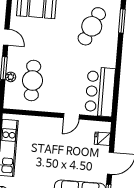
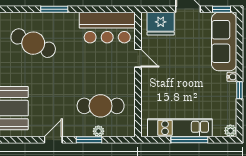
window: (122, 21) -> (54, 9), moved
fridge: (102, 139) -> (161, 24), width x1.88, depth x1.34

